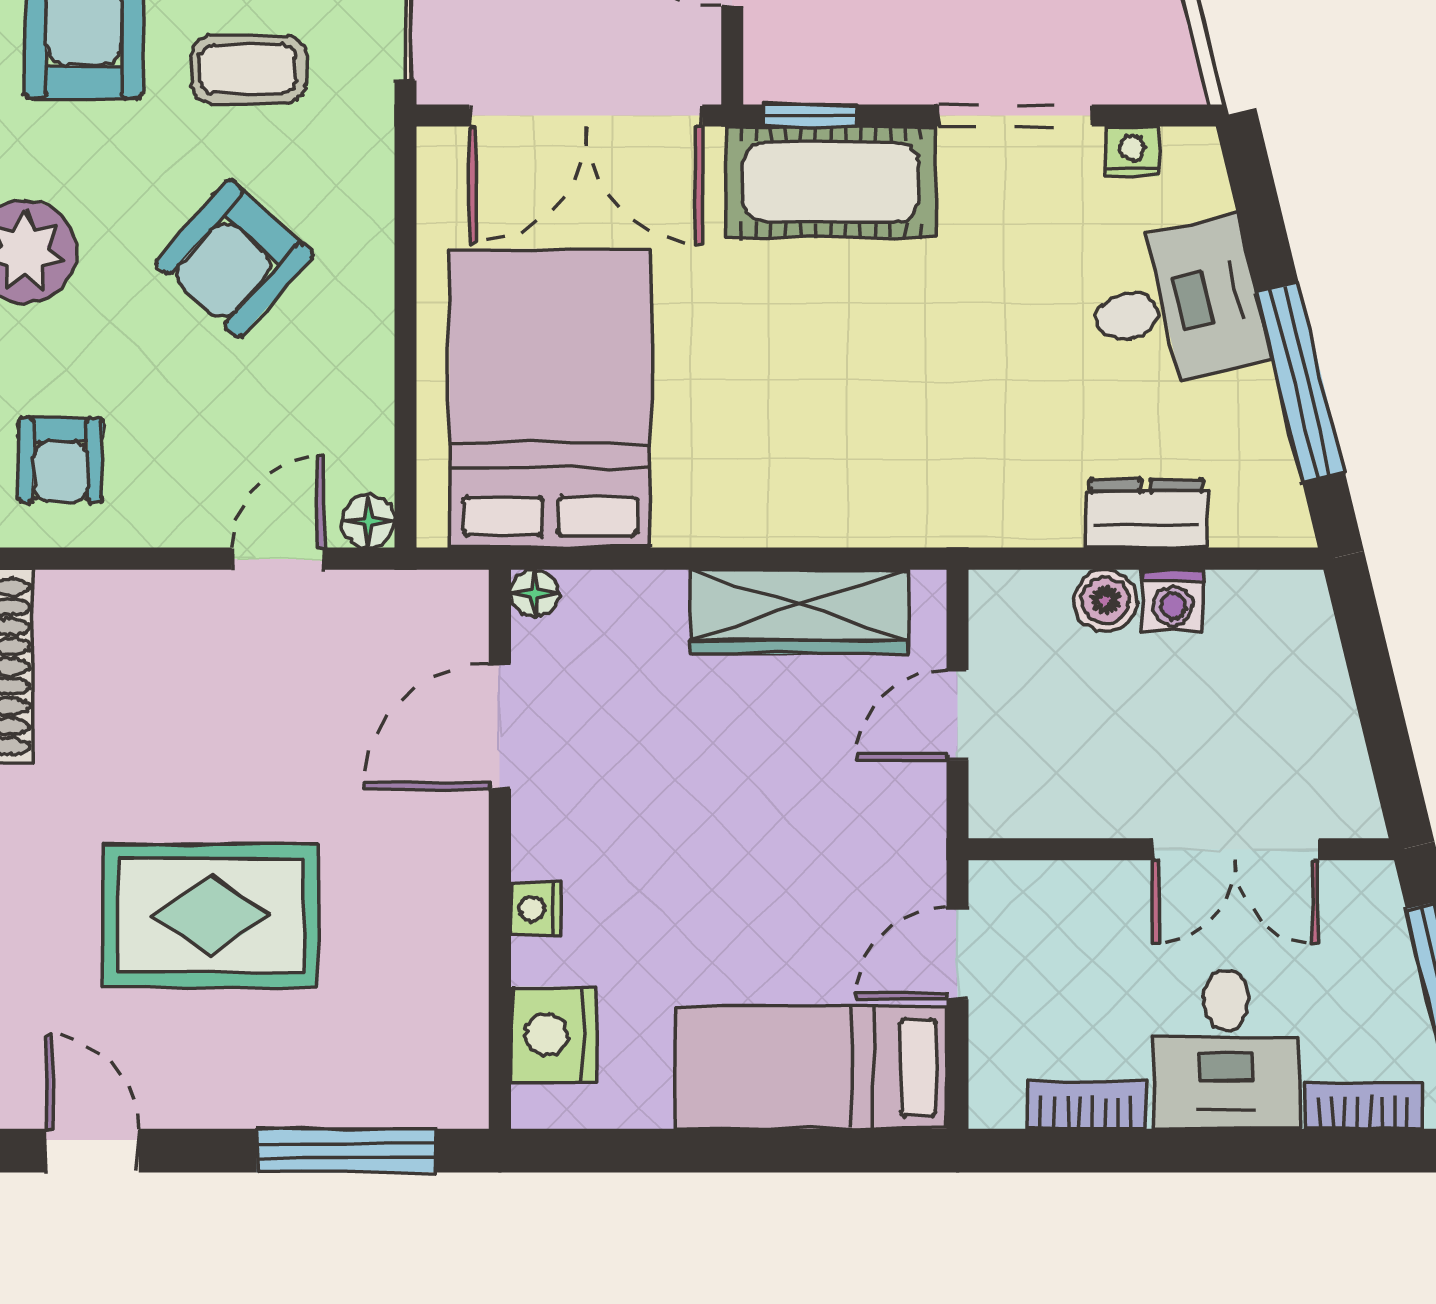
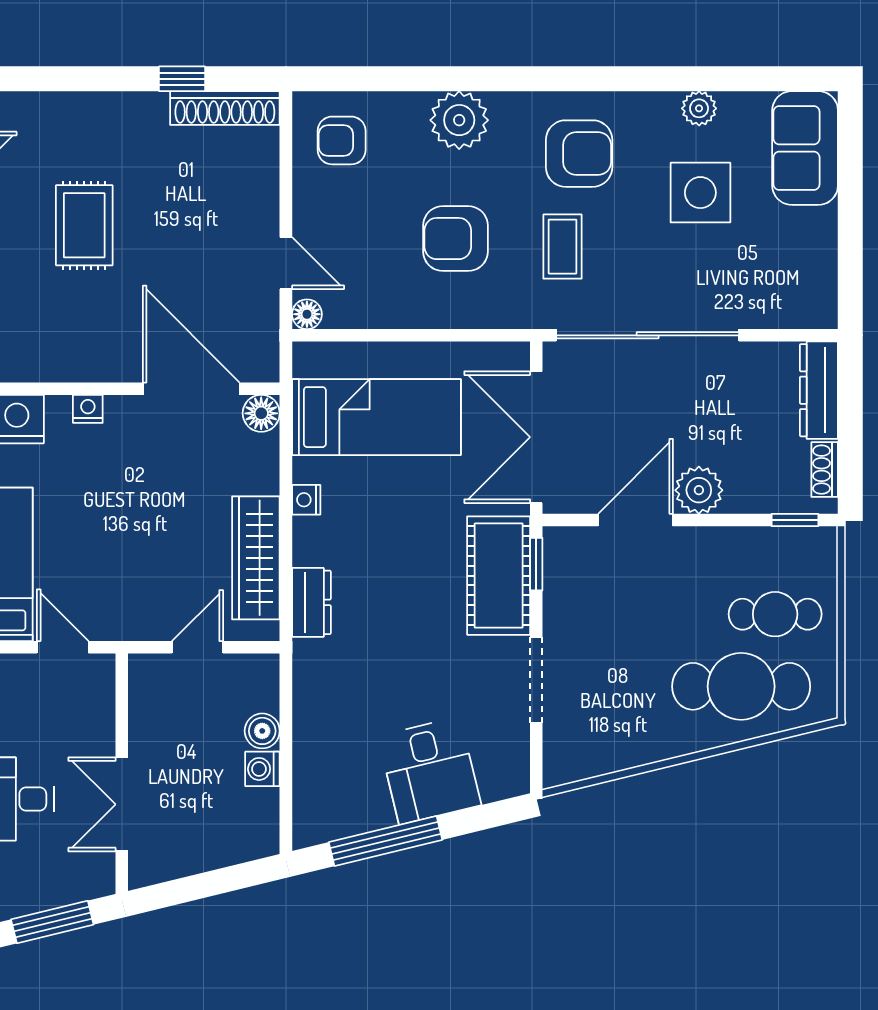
nightstand: (1132, 151) -> (306, 500), moved, turned 180
armchair: (234, 258) -> (455, 239), turned -42
bed: (550, 398) -> (376, 417), width x0.67
dresser: (1146, 513) -> (311, 602), moved
floor lamp: (535, 593) -> (261, 413), width x1.37, depth x1.37
door: (958, 715) -> (197, 647), hinge flipped
door: (500, 726) -> (191, 389), width x1.36
rug: (211, 916) -> (84, 225), width x0.73, depth x0.70

